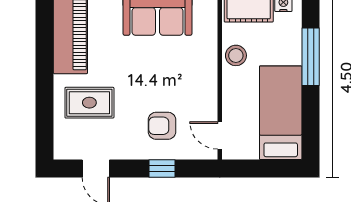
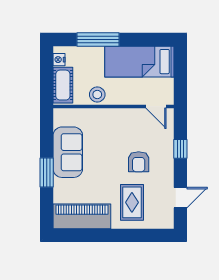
armchair: (162, 126) -> (139, 162), moved
door: (220, 135) -> (156, 106), hinge flipped

